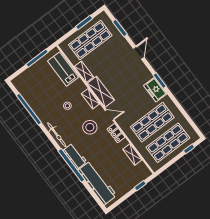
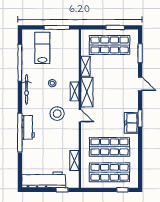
door: (139, 53) -> (140, 84), hinge flipped
lab bench: (63, 69) -> (42, 48), moved
locker: (116, 133) -> (74, 134), removed
bicycle: (57, 135) -> (27, 89), moved
workbench: (97, 183) -> (44, 180), moved, turned -90

